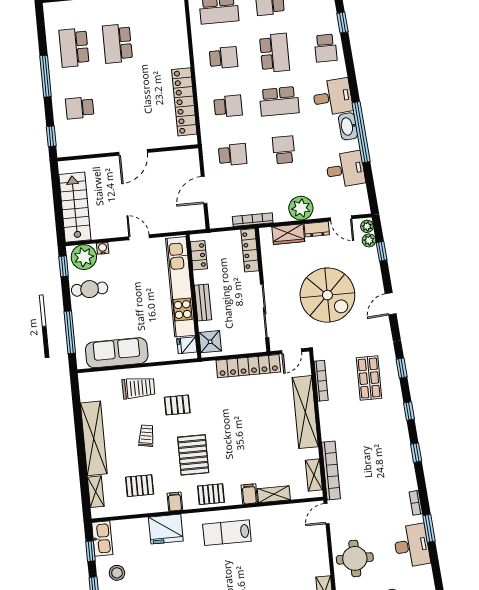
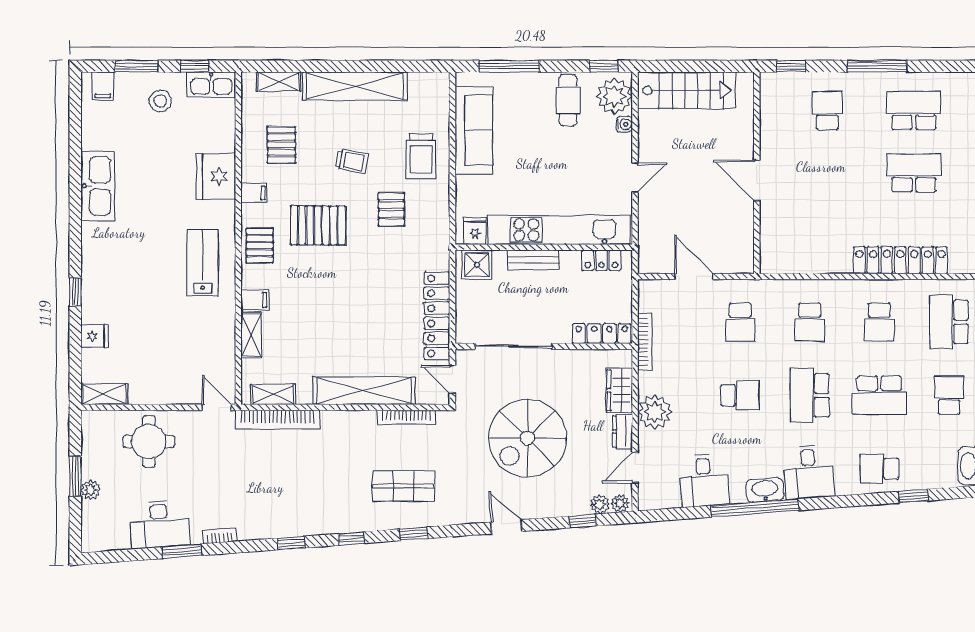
locker: (184, 102) -> (900, 260), moved

